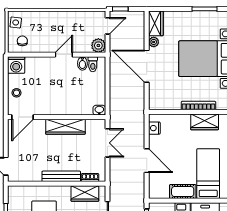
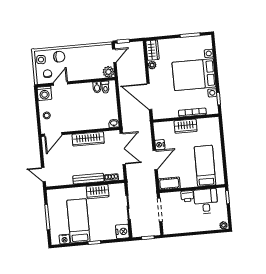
chair: (39, 21) -> (59, 57), added
door: (64, 55) -> (60, 84), moved
door: (147, 66) -> (149, 96), moved
wardrobe: (205, 122) -> (186, 126), moved
nightstand: (154, 128) -> (160, 145), moved
double door: (107, 143) -> (123, 149), width x1.37
door: (147, 161) -> (155, 160), hinge flipped
cot: (183, 192) -> (169, 183), moved
wardrobe: (85, 194) -> (98, 192), moved

